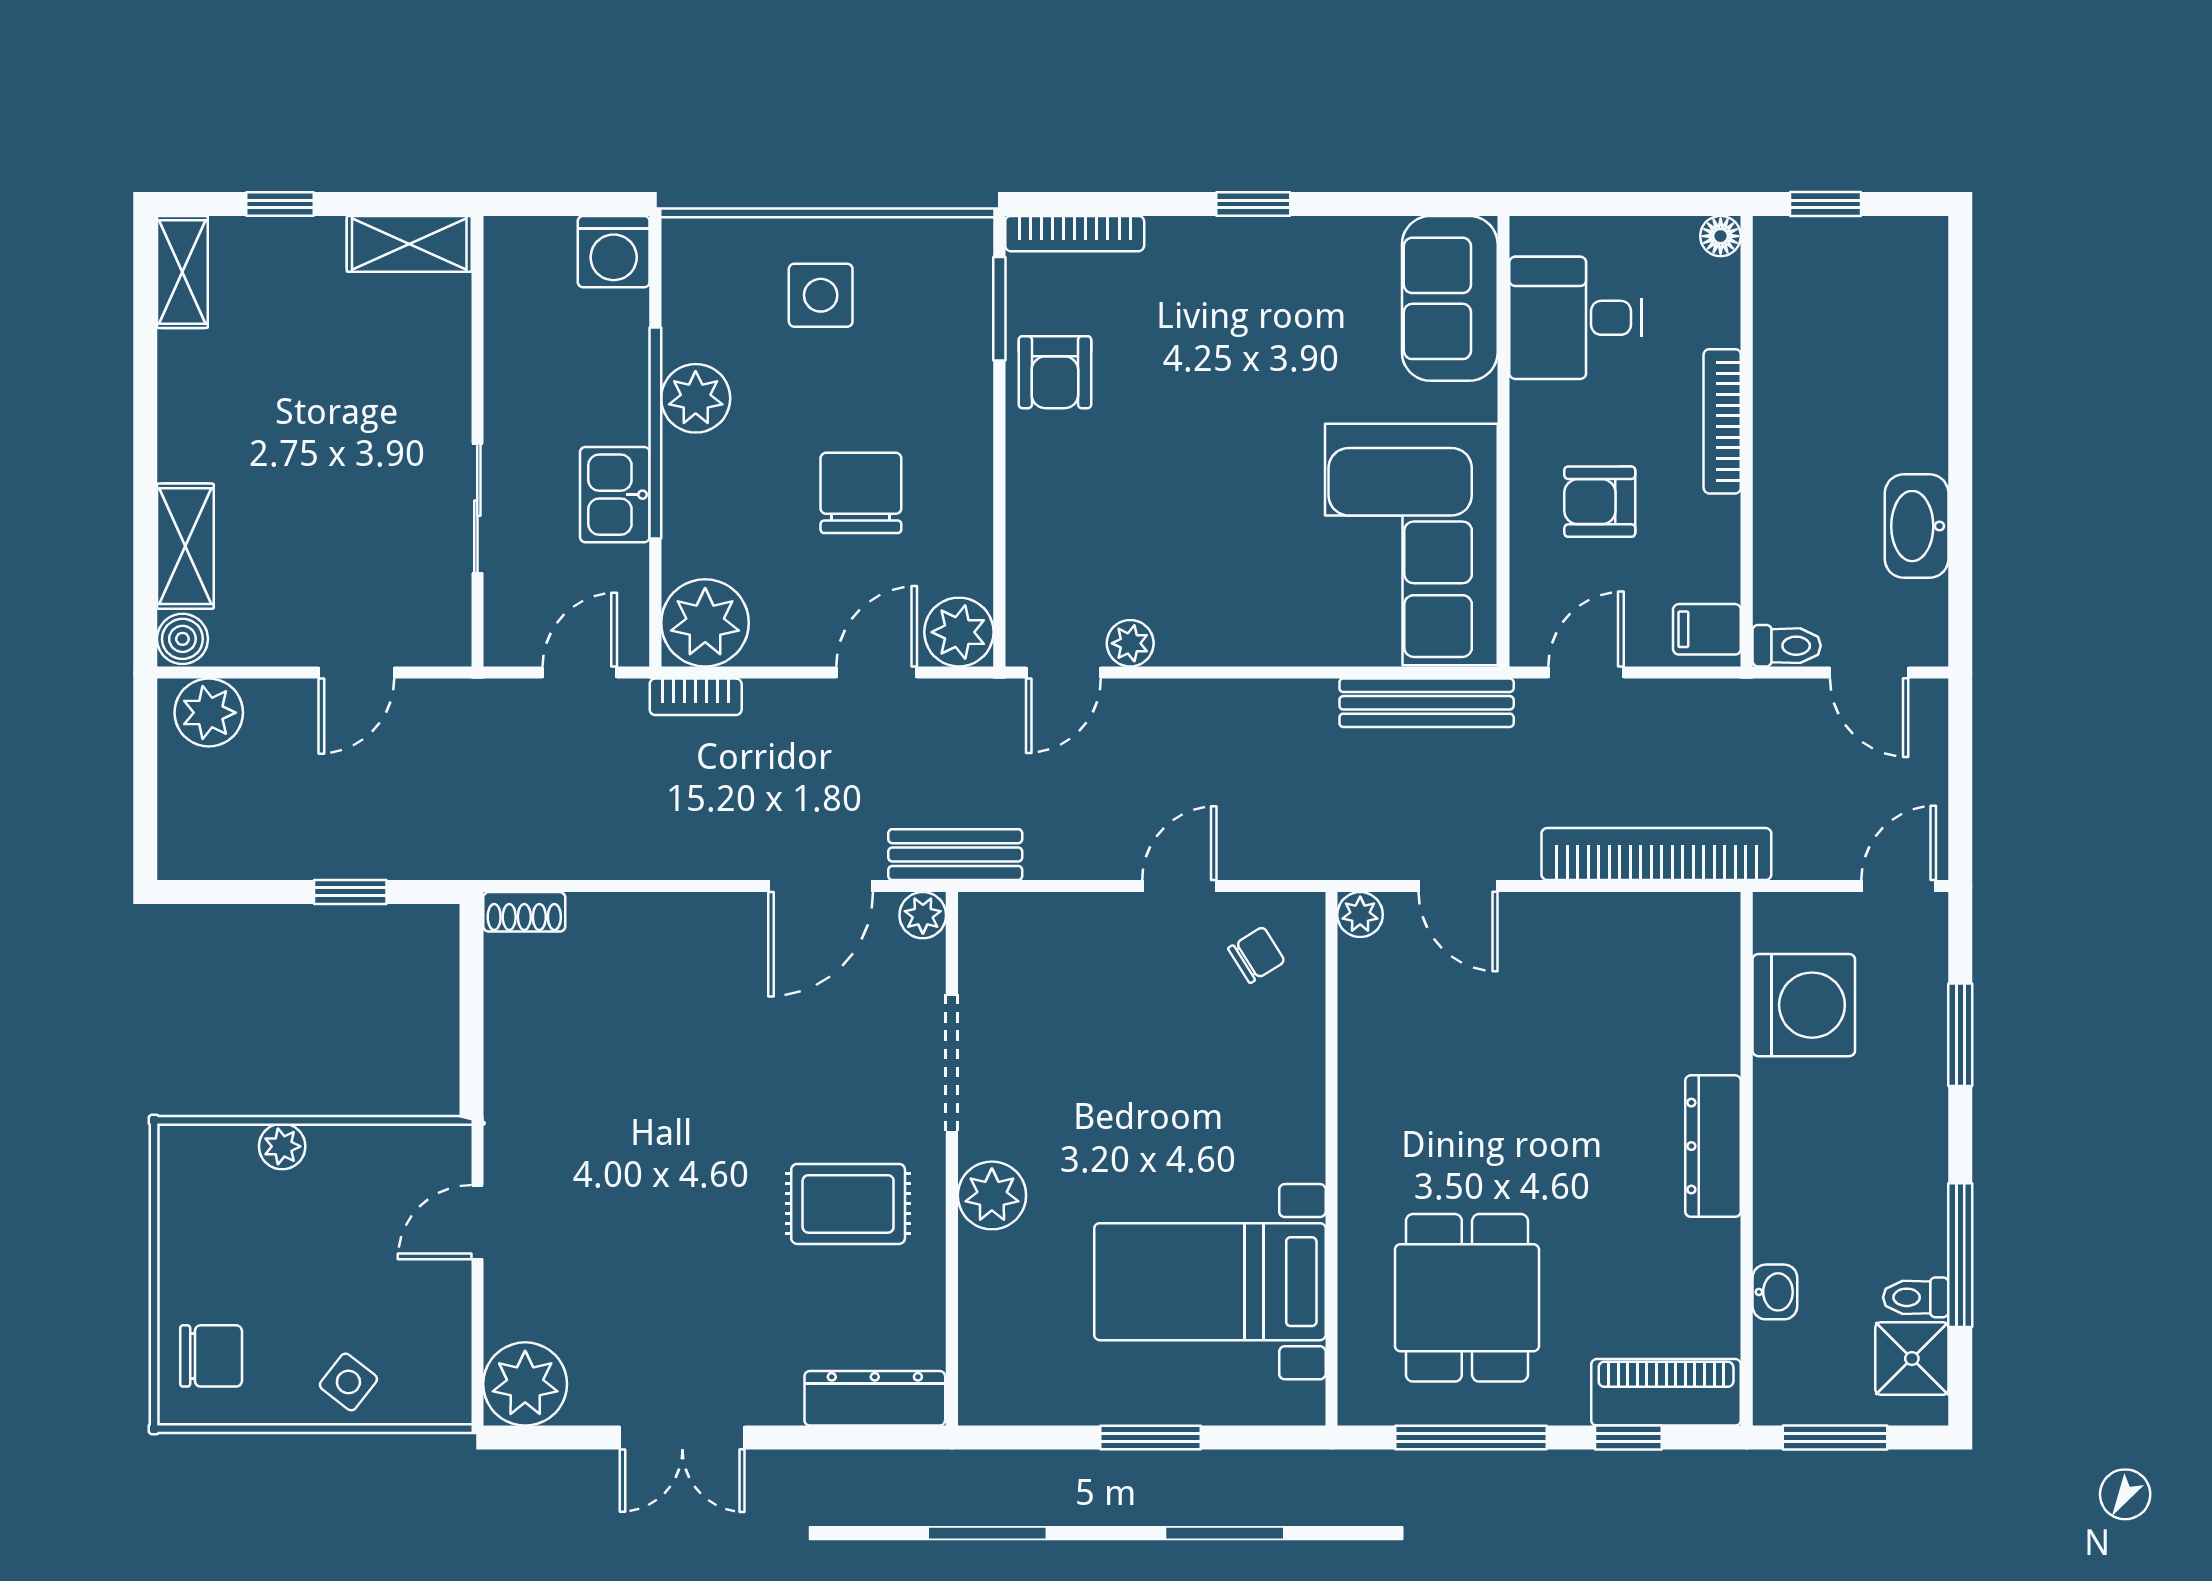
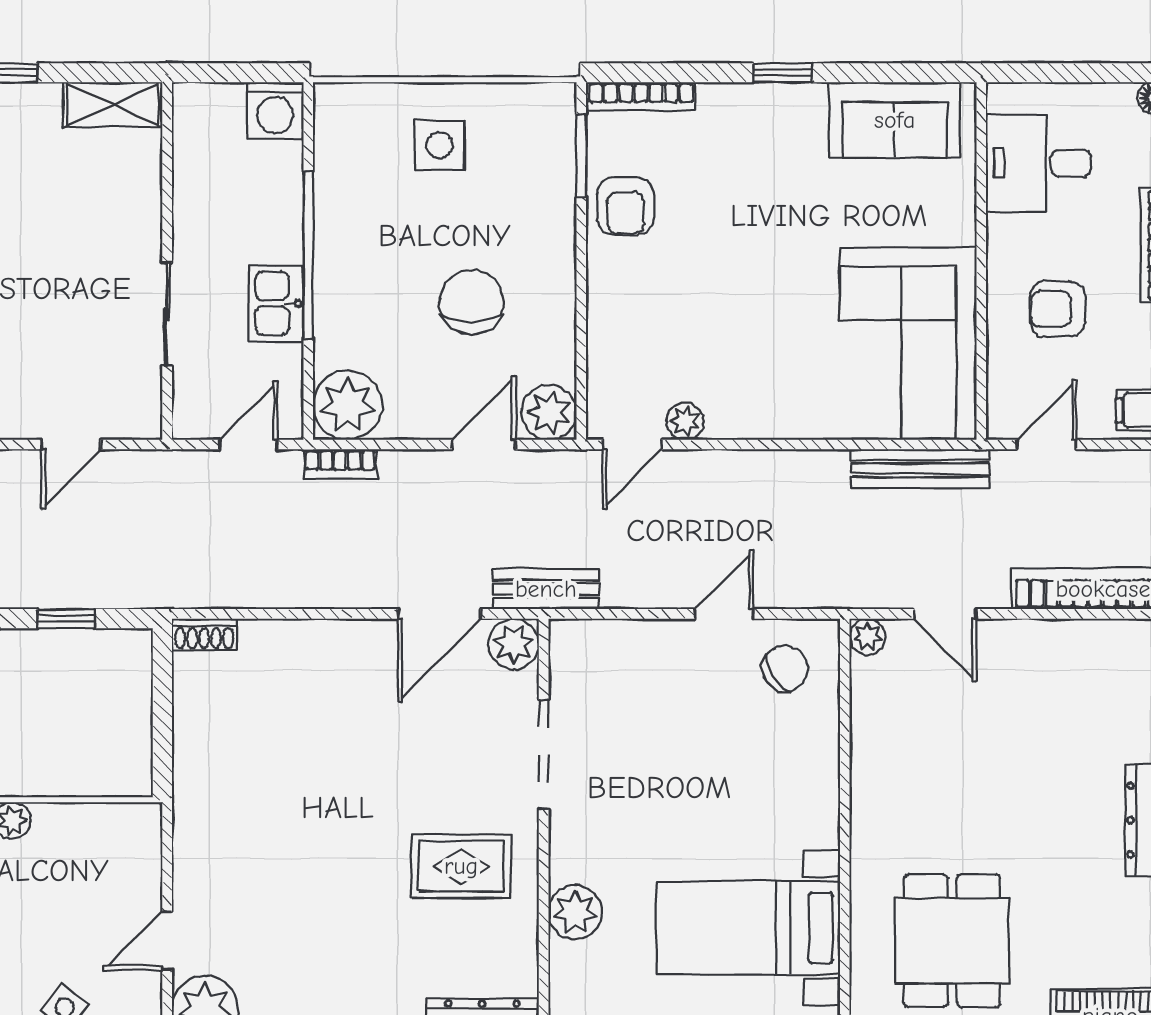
sofa: (1450, 298) -> (895, 120), moved, turned -90
plant: (696, 398) -> (340, 227), removed
plant: (923, 915) -> (514, 644), width x1.38, depth x1.38
chair: (1256, 955) -> (785, 669), width x1.37, depth x1.37
plant: (992, 1195) -> (575, 912), moved
door: (477, 1222) -> (167, 941), moved

